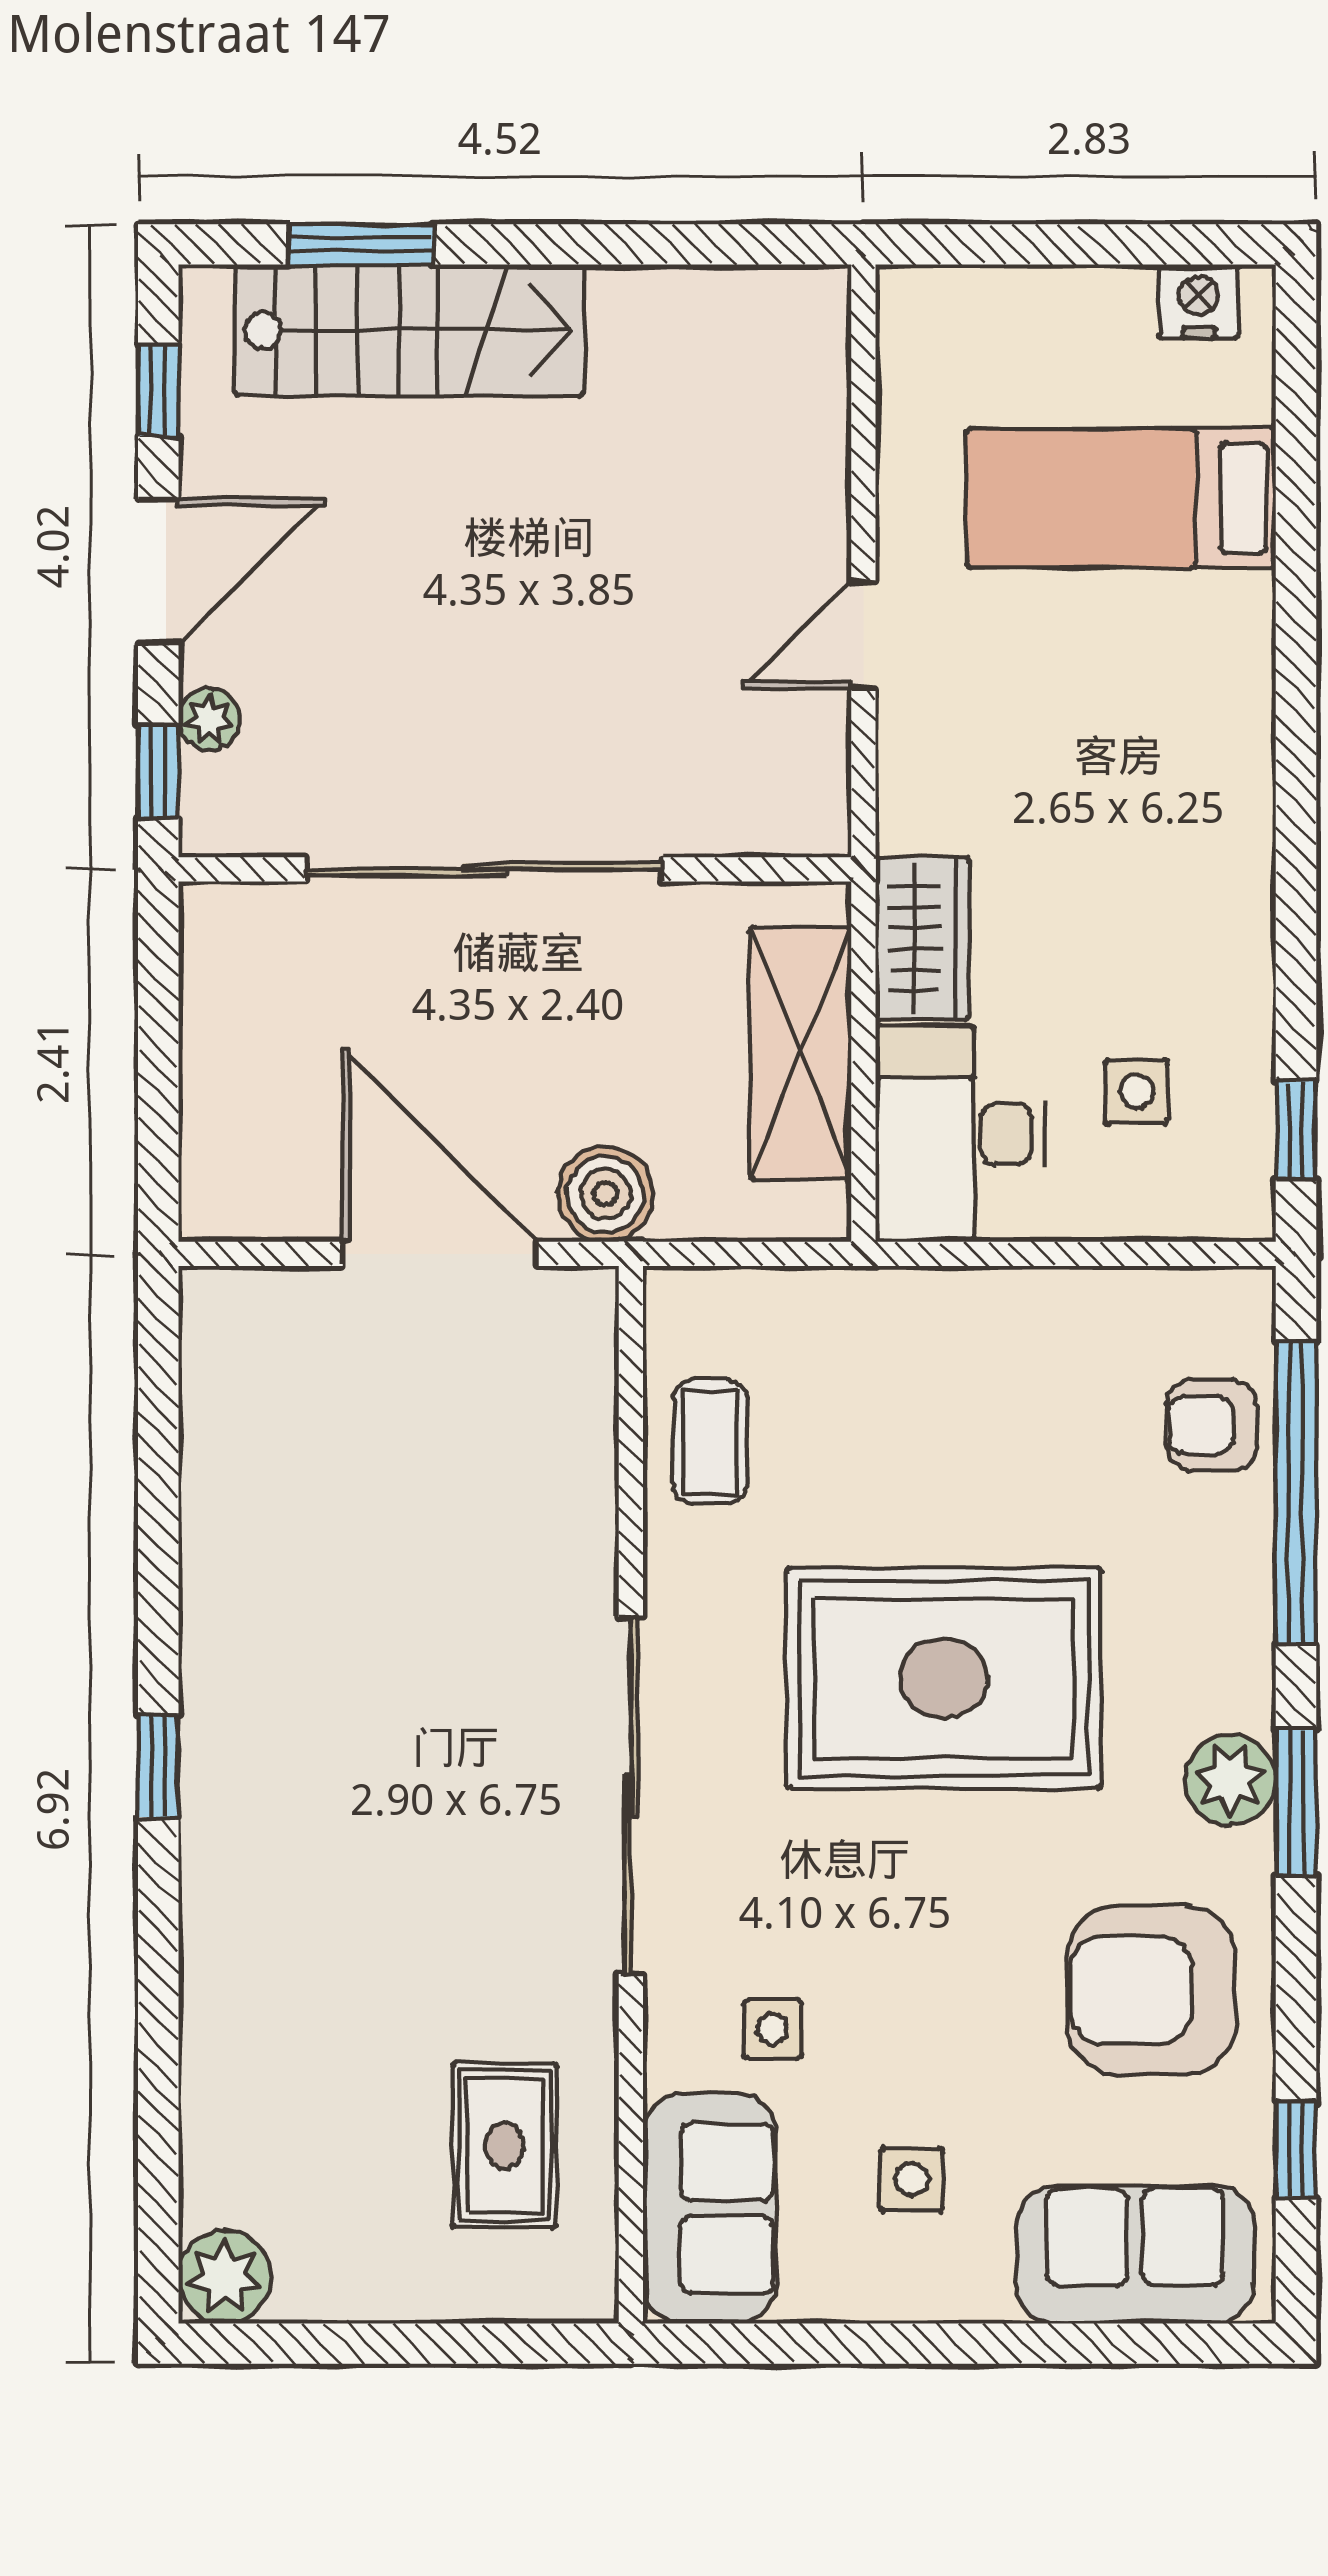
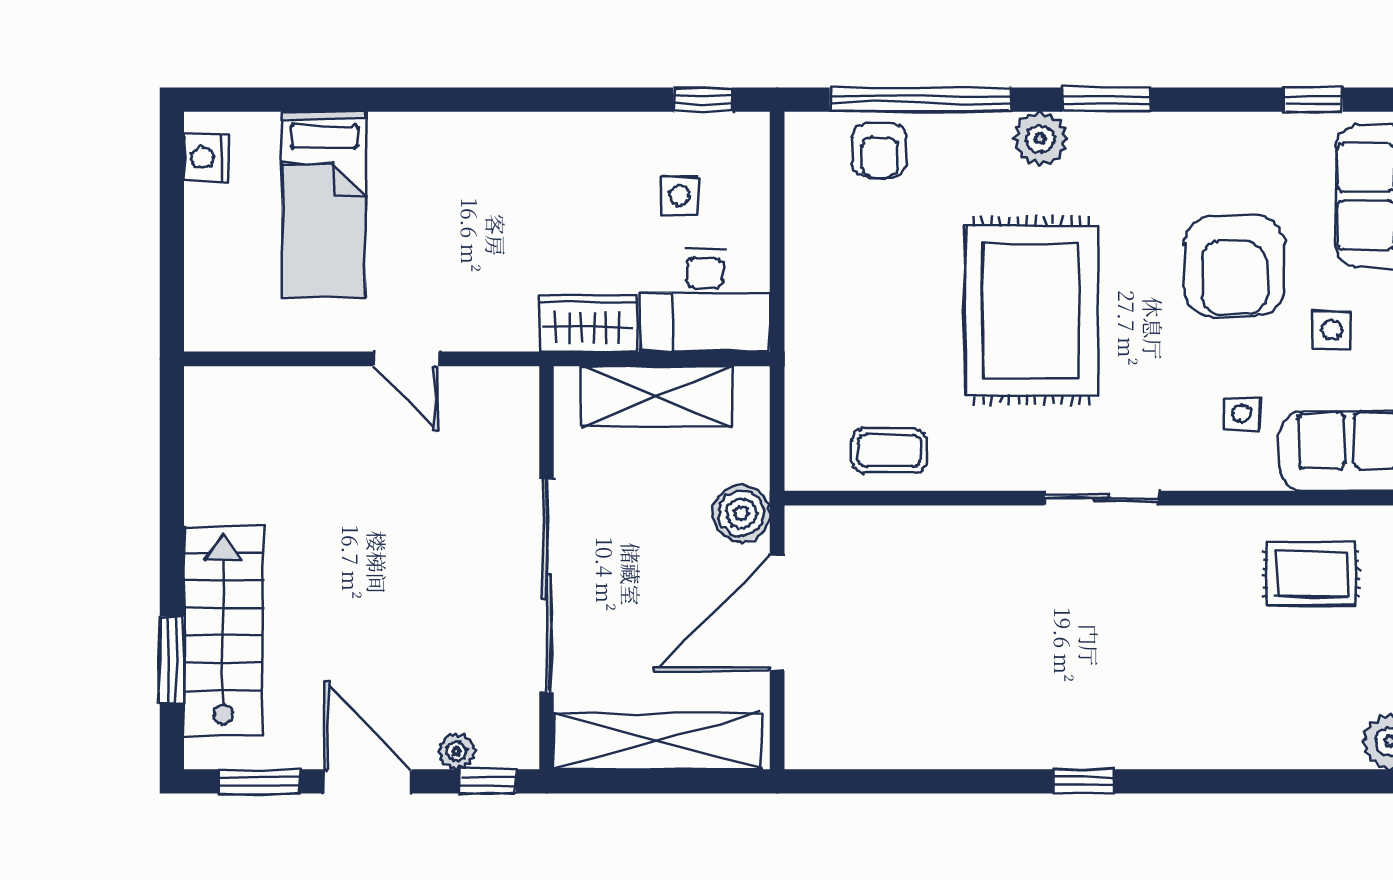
window: (158, 391) -> (260, 781), width x1.50
shelving: (225, 1054) -> (657, 741), added
plant: (1231, 1780) -> (1040, 139), moved
sliding door: (631, 1796) -> (1102, 498), width x0.54
armchair: (1151, 1990) -> (1234, 266), moved

